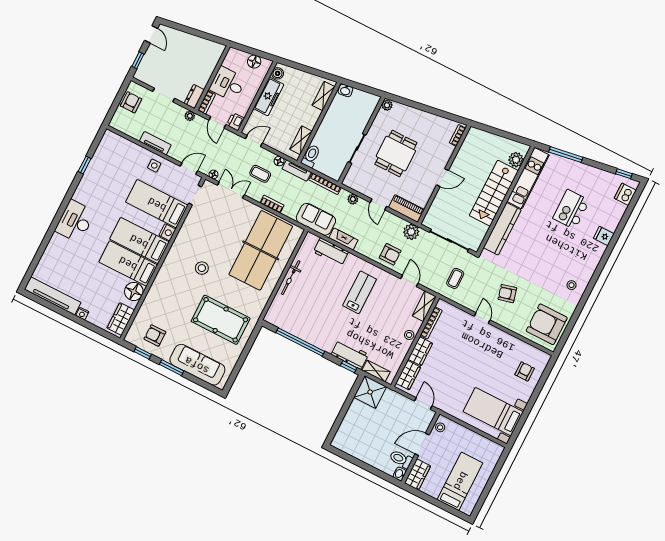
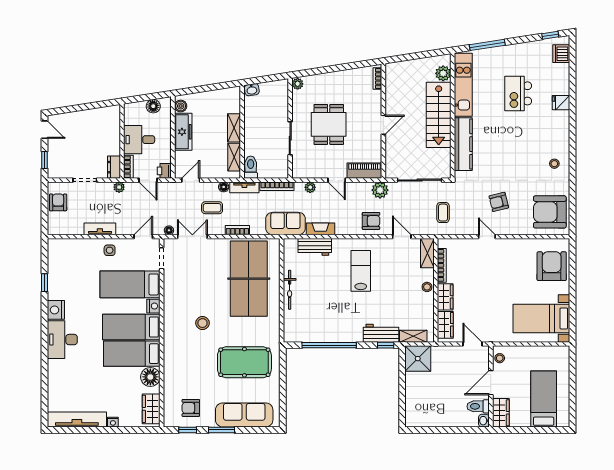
shelving: (323, 96) -> (234, 128), moved
nightstand: (82, 193) -> (56, 310), added
armchair: (525, 371) -> (552, 266), width x1.88, depth x1.88

